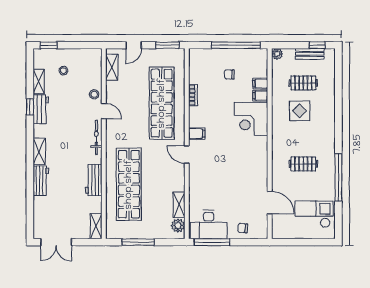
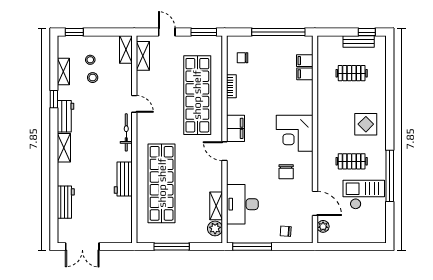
door: (134, 45) -> (167, 32), swing flipped
plant: (277, 54) -> (323, 226), moved
chair: (229, 74) -> (243, 58), moved
stool: (94, 94) -> (93, 78), moved
filing cabinet: (260, 96) -> (305, 61), moved
workbench: (41, 109) -> (66, 116), moved
display table: (300, 111) -> (366, 124), moved
corner desk: (251, 119) -> (295, 133), moved
filing cabinet: (197, 134) -> (236, 128), width x2.00
chair: (243, 173) -> (286, 172), added
workbench: (41, 181) -> (66, 202), moved
checkout: (314, 214) -> (364, 195), moved
desk: (209, 225) -> (242, 204), moved, turned 90
shelving: (96, 226) -> (126, 49), moved

